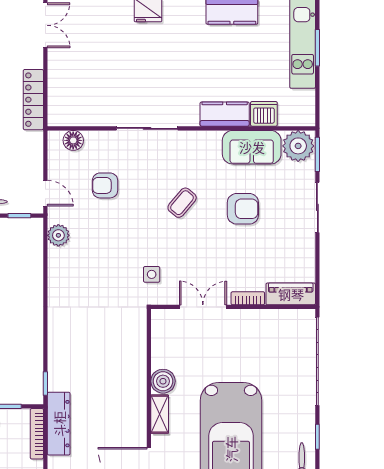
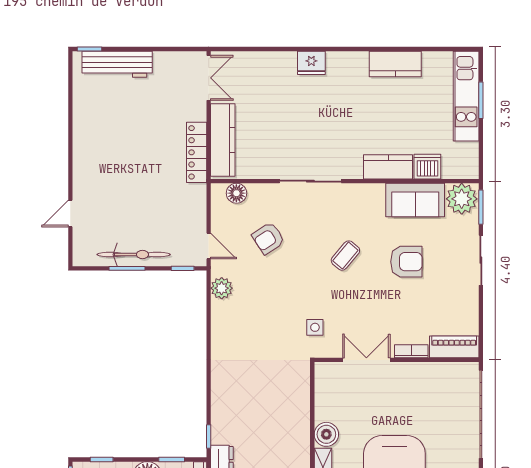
kitchen counter: (60, 87) -> (223, 140), added
armchair: (105, 185) -> (268, 238), turned -33

